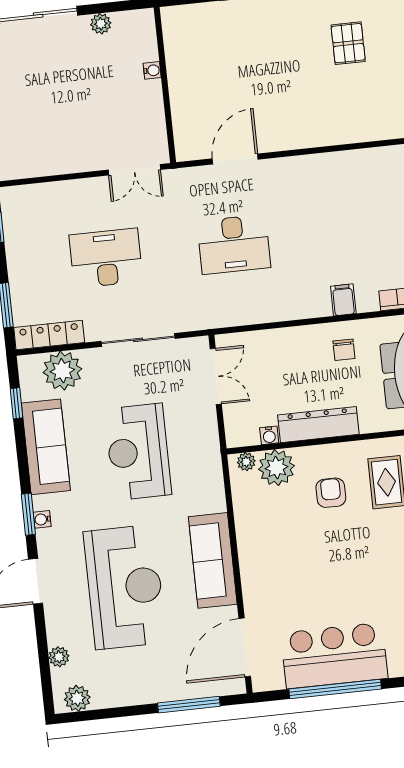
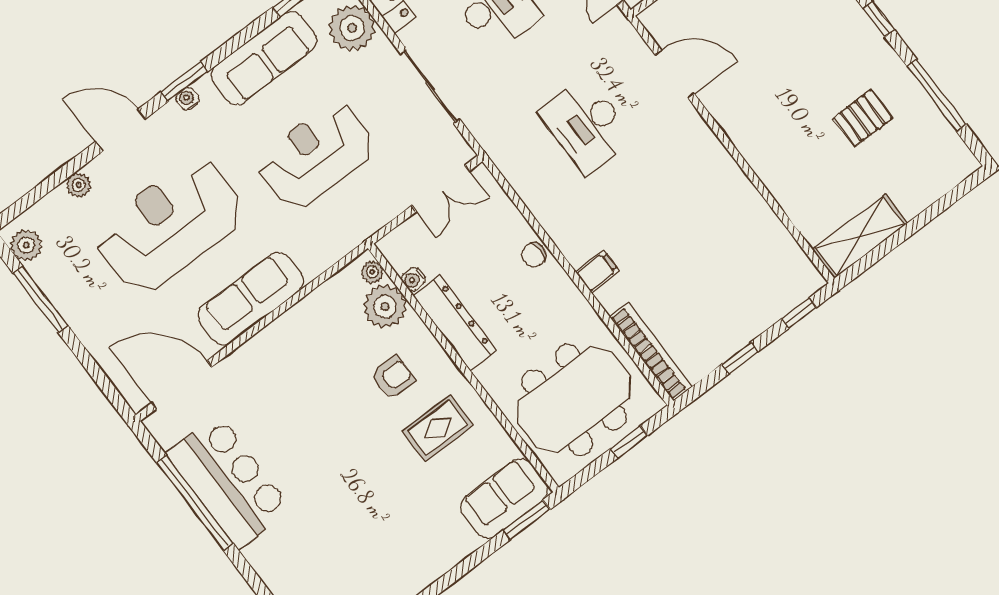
chair: (344, 350) -> (534, 255), moved
reception desk: (125, 587) -> (169, 225), turned 180
plant: (59, 657) -> (78, 185), moved
window: (189, 705) -> (40, 300), moved

